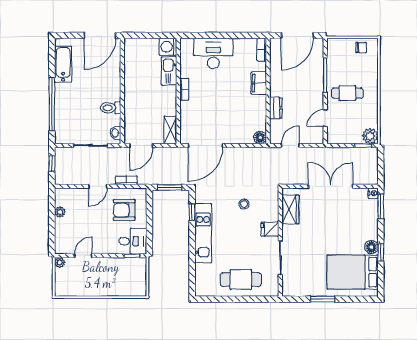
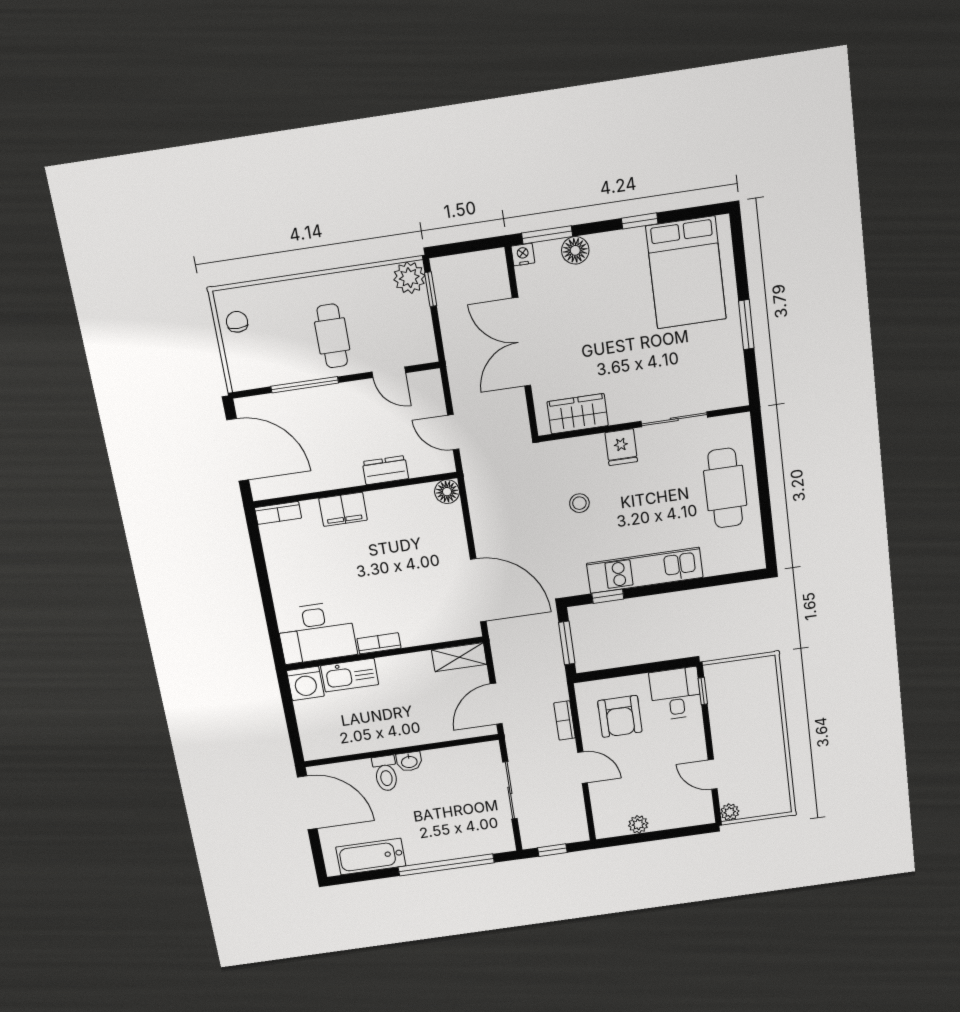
desk: (213, 53) -> (316, 632), moved, turned -90
toilet: (111, 108) -> (386, 773), moved
washbasin: (115, 133) -> (409, 762), moved
door: (141, 145) -> (496, 704), swing flipped
floor lamp: (371, 247) -> (575, 250), moved

